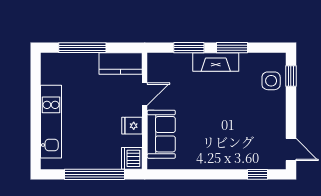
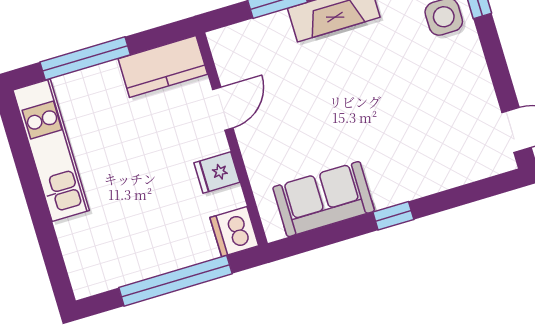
kitchen unit: (51, 122) -> (51, 150), moved
sofa: (161, 134) -> (324, 199), moved, turned -90
window: (257, 174) -> (393, 216), moved

